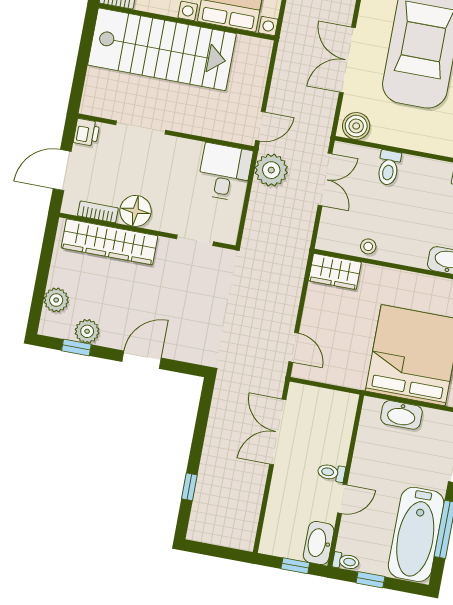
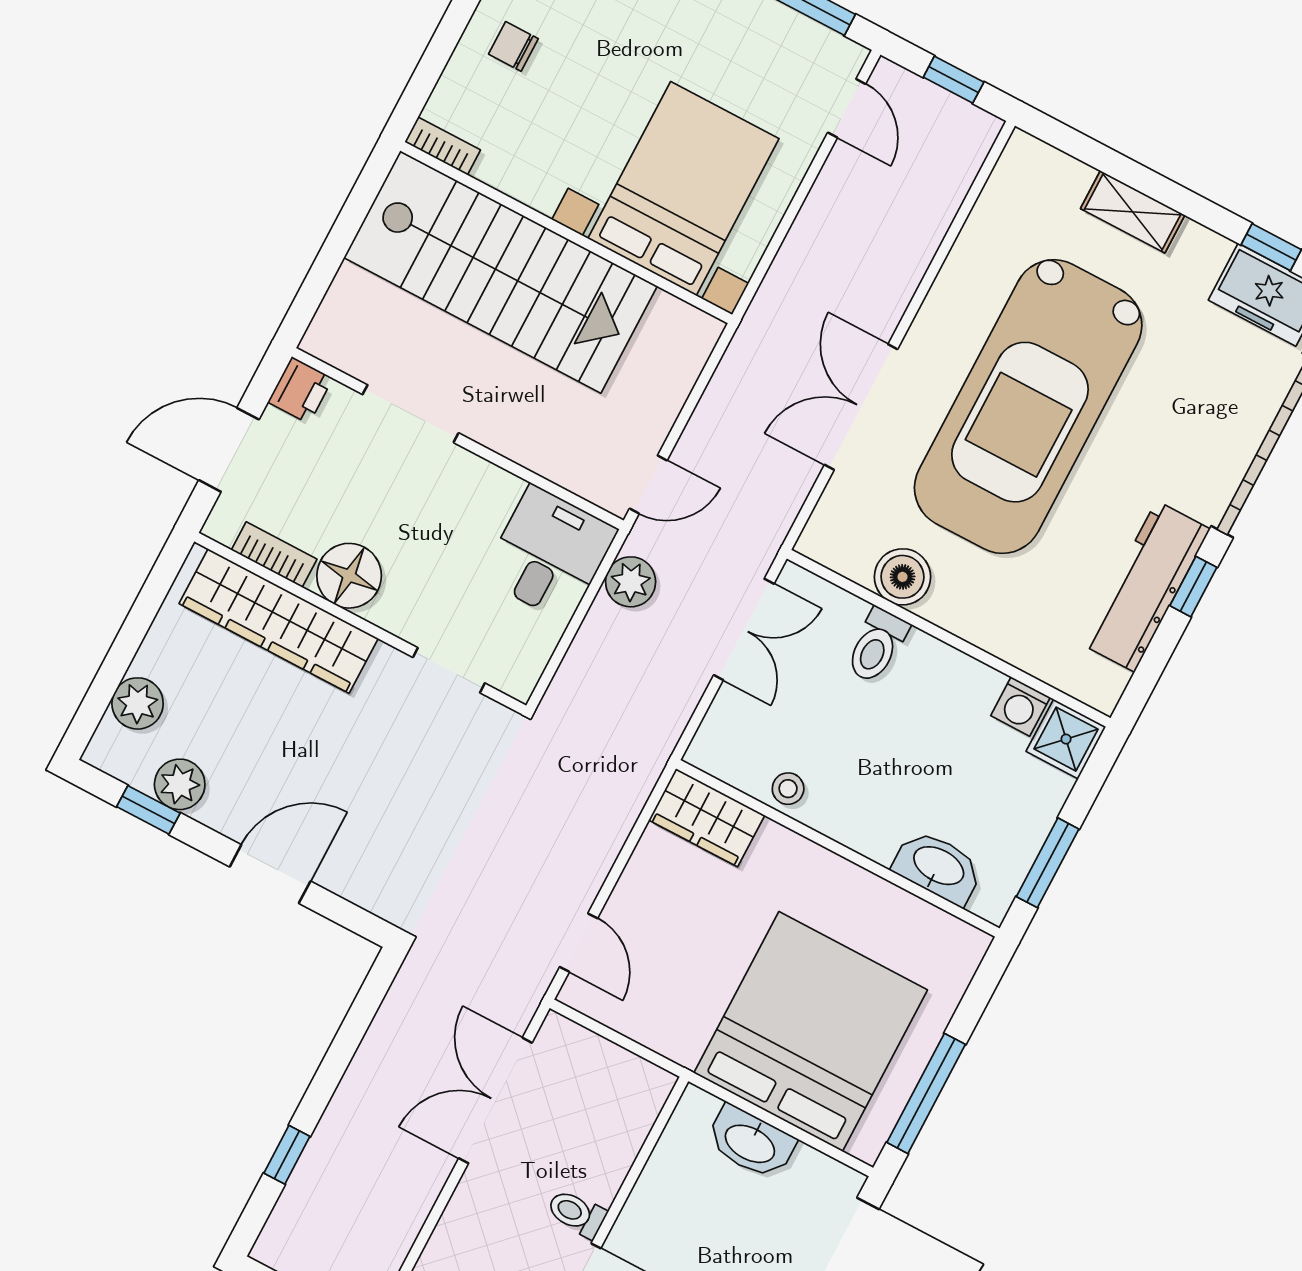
boiler: (356, 126) -> (903, 577), moved
plant: (271, 170) -> (631, 582), width x0.73, depth x0.73

